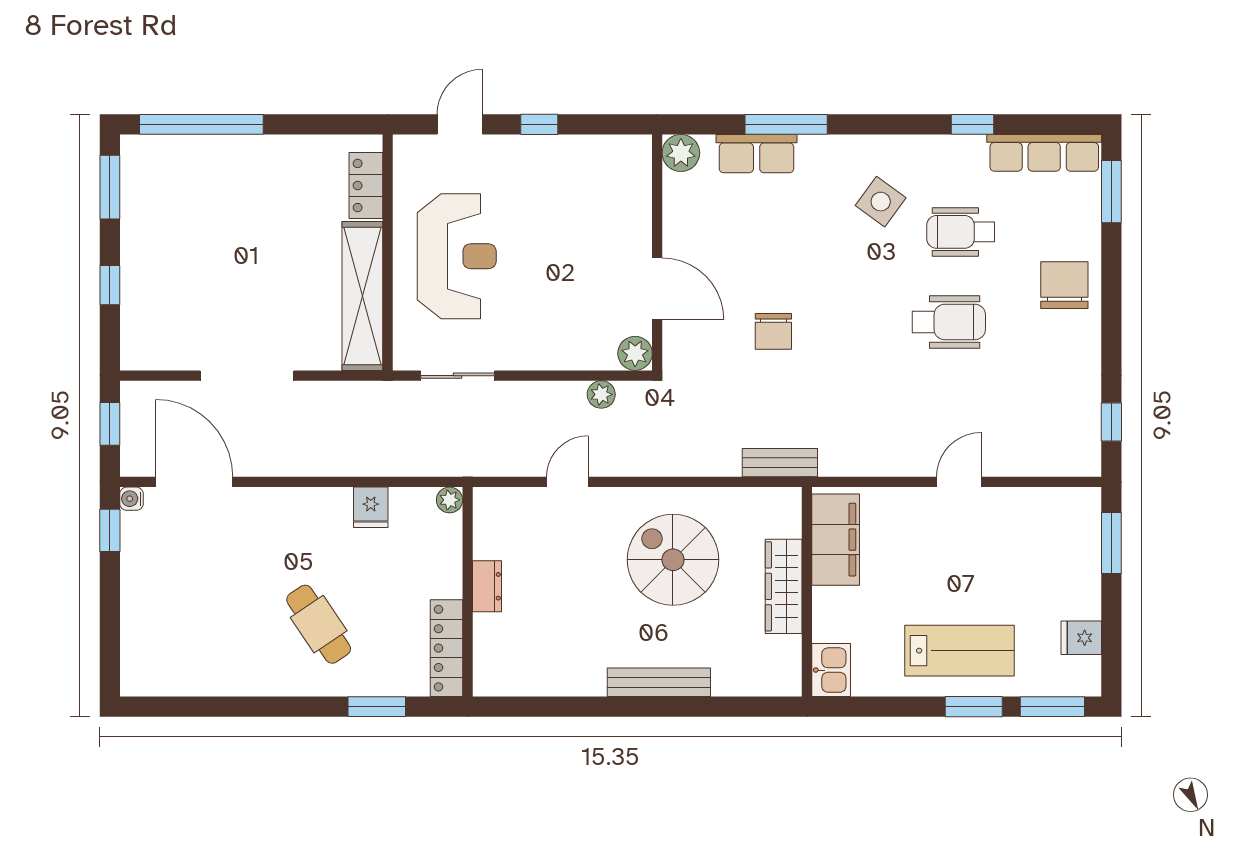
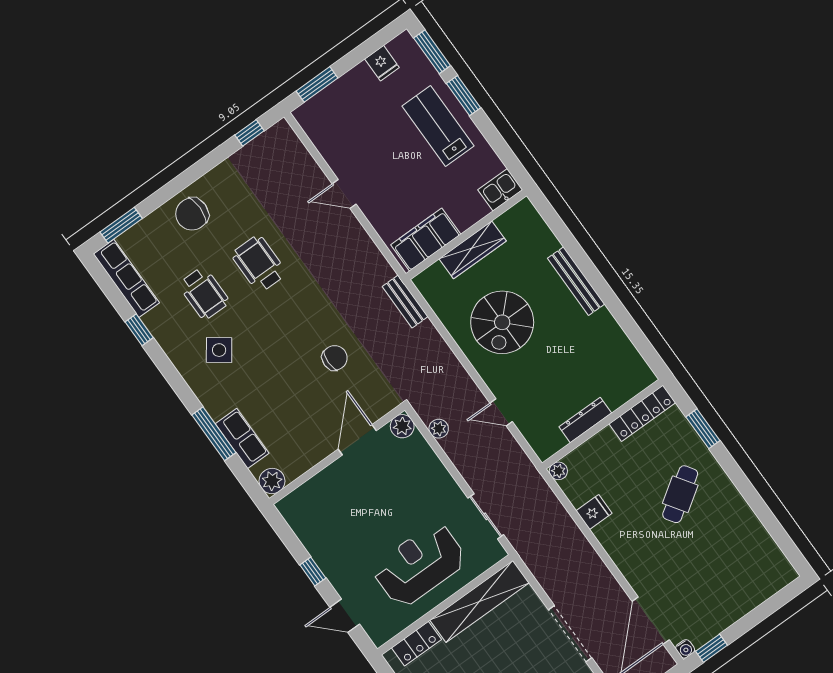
dresser: (487, 586) -> (585, 420), width x1.44

